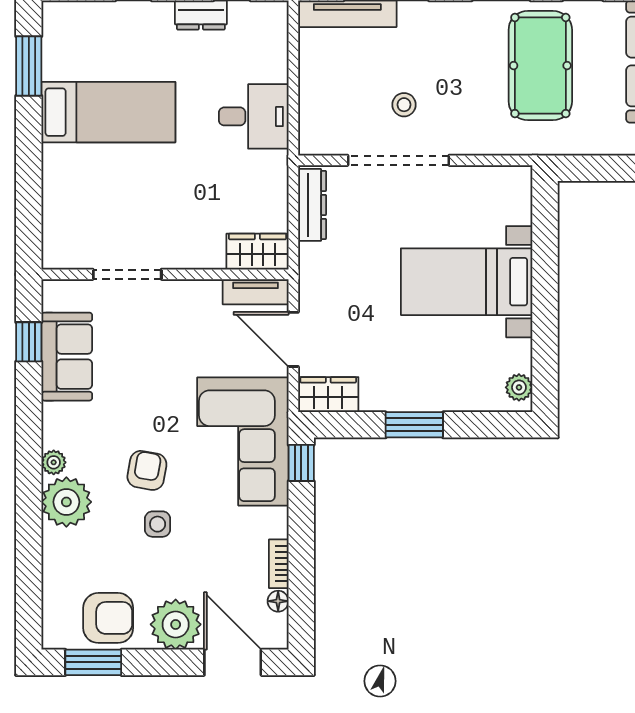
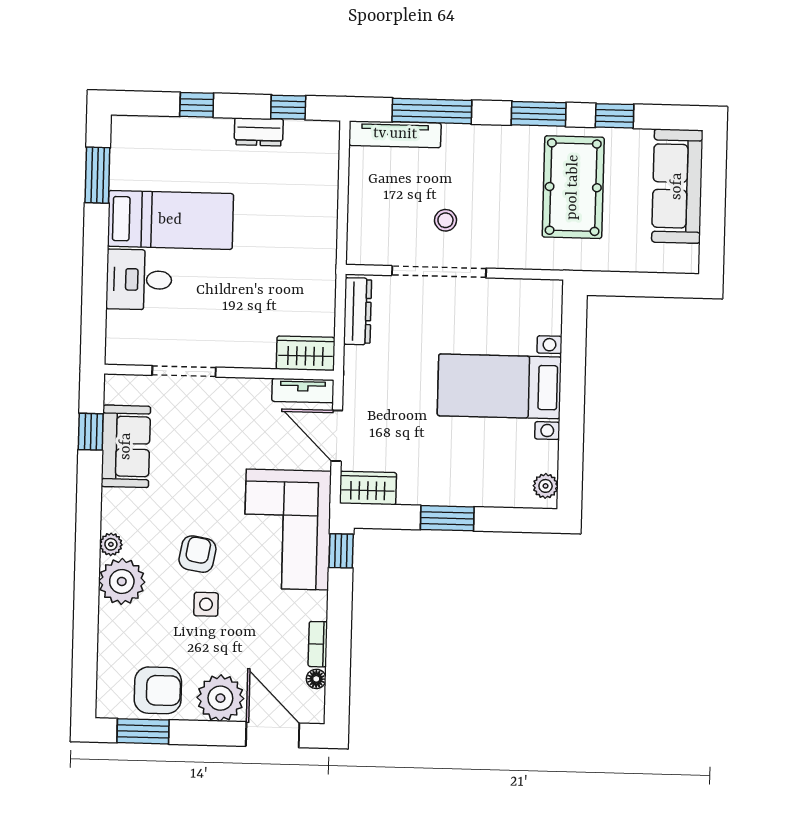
desk: (254, 116) -> (139, 280), moved, turned 180

